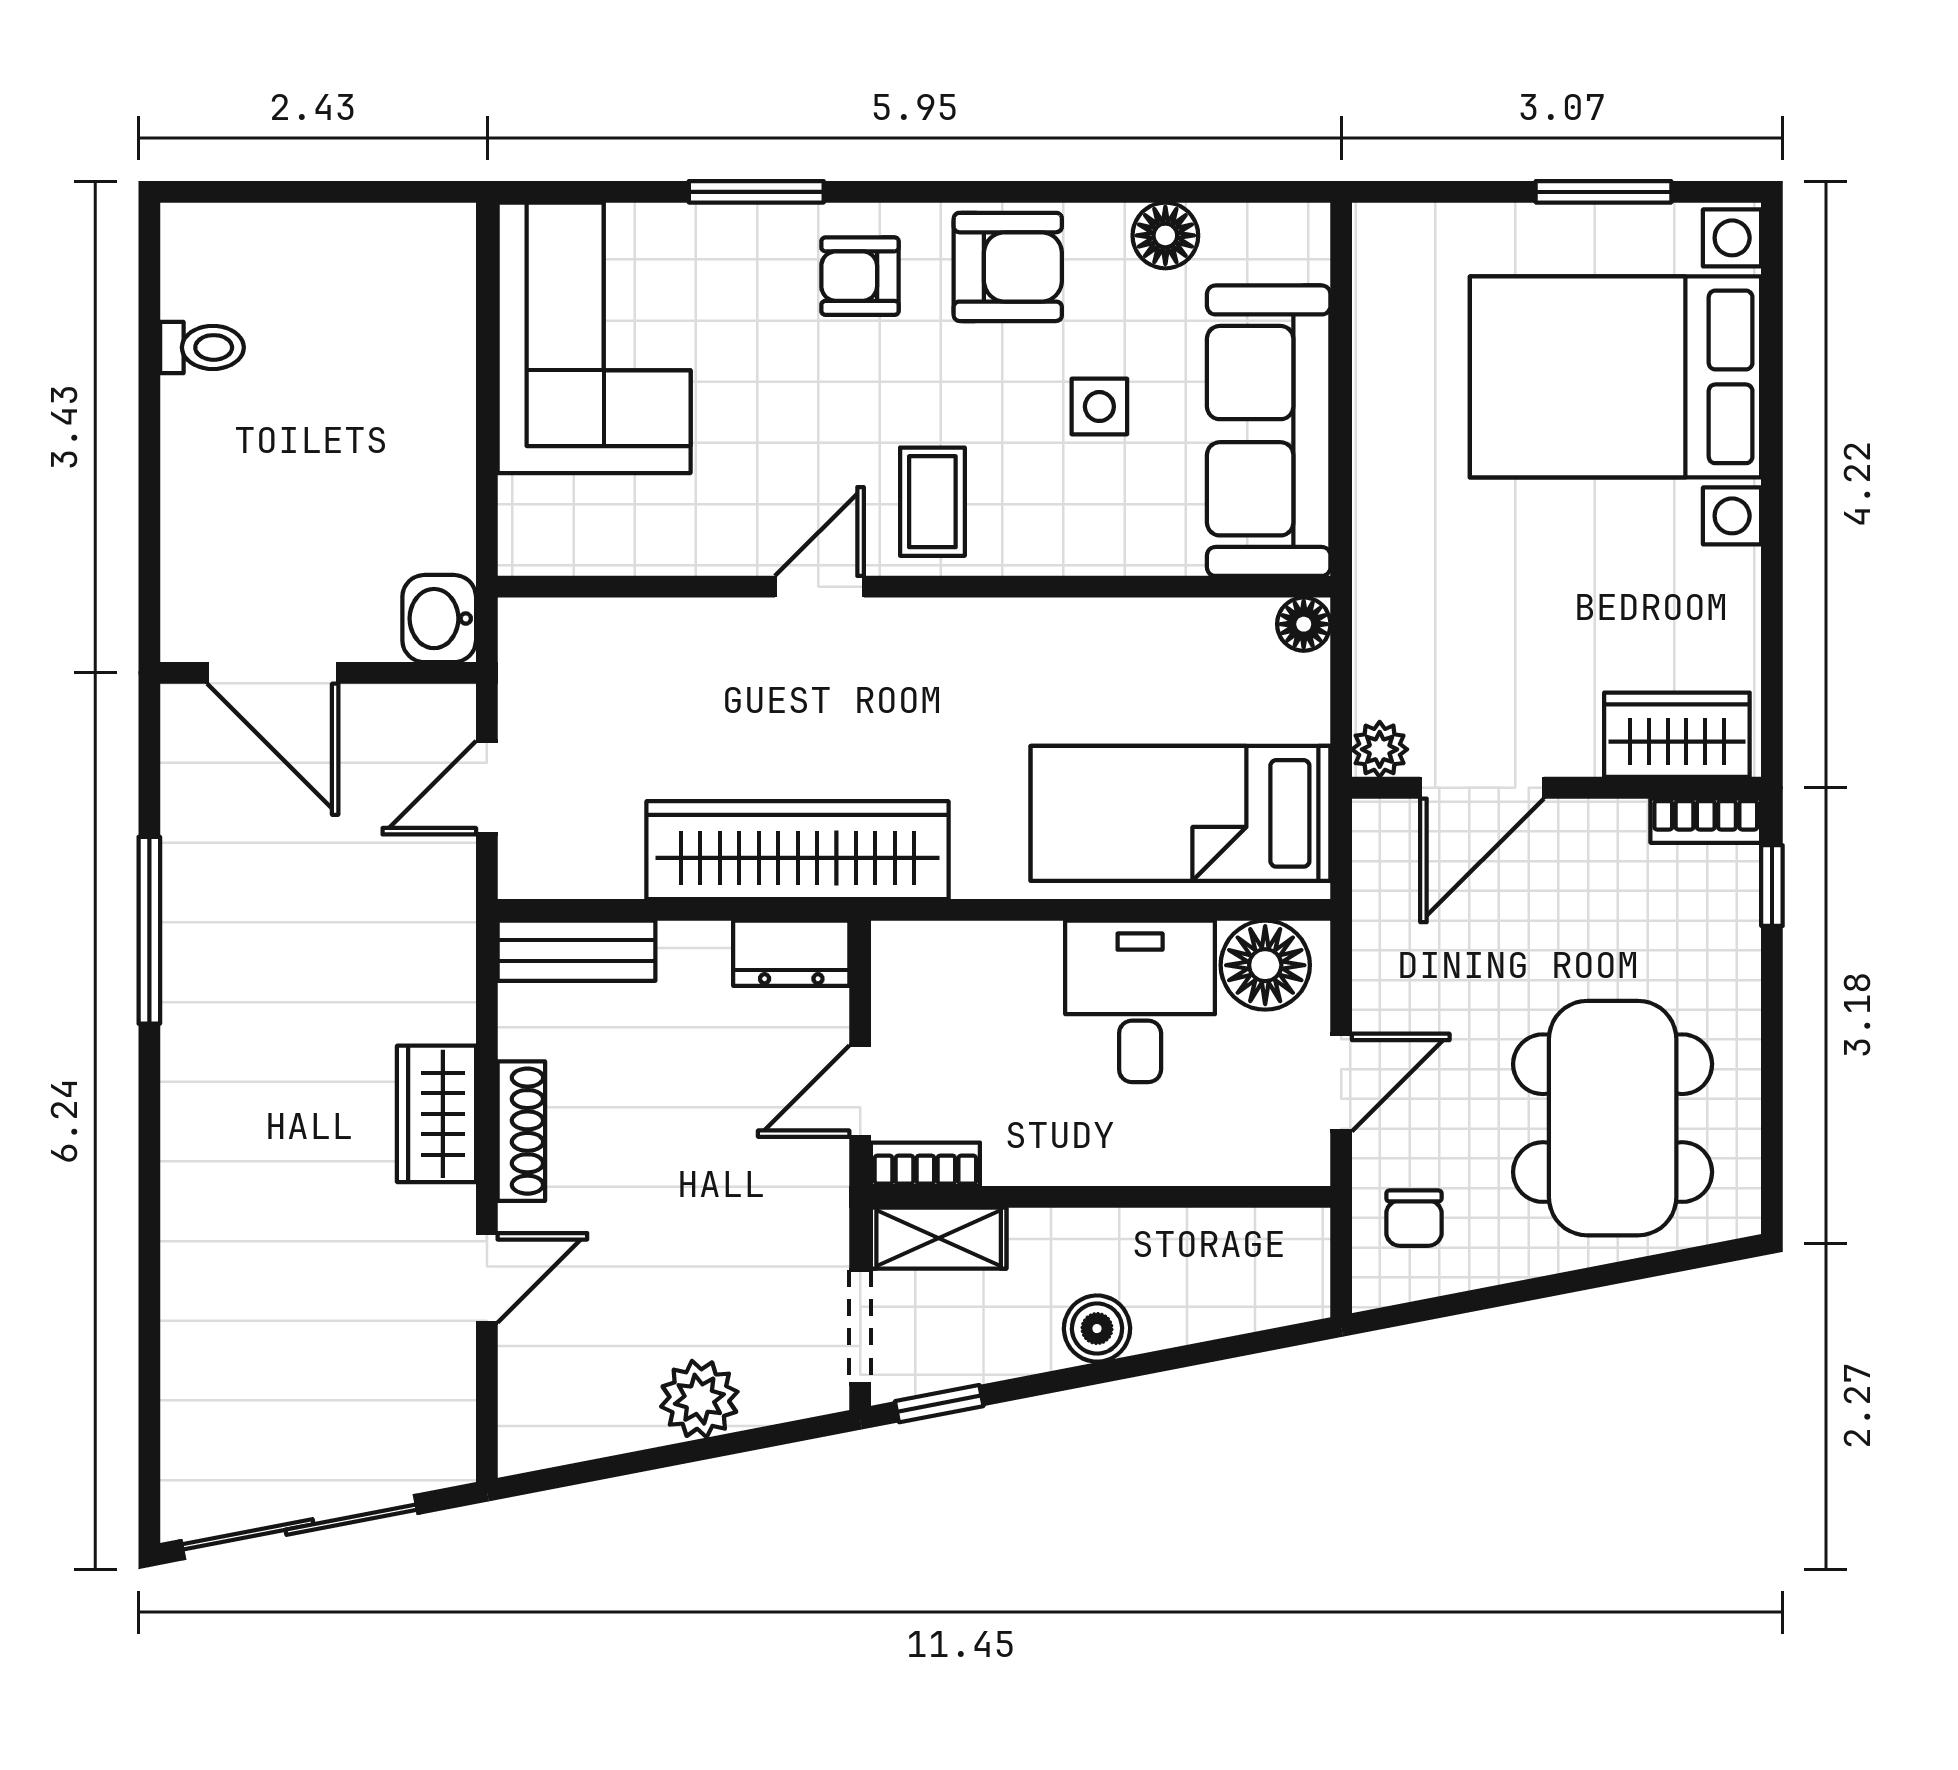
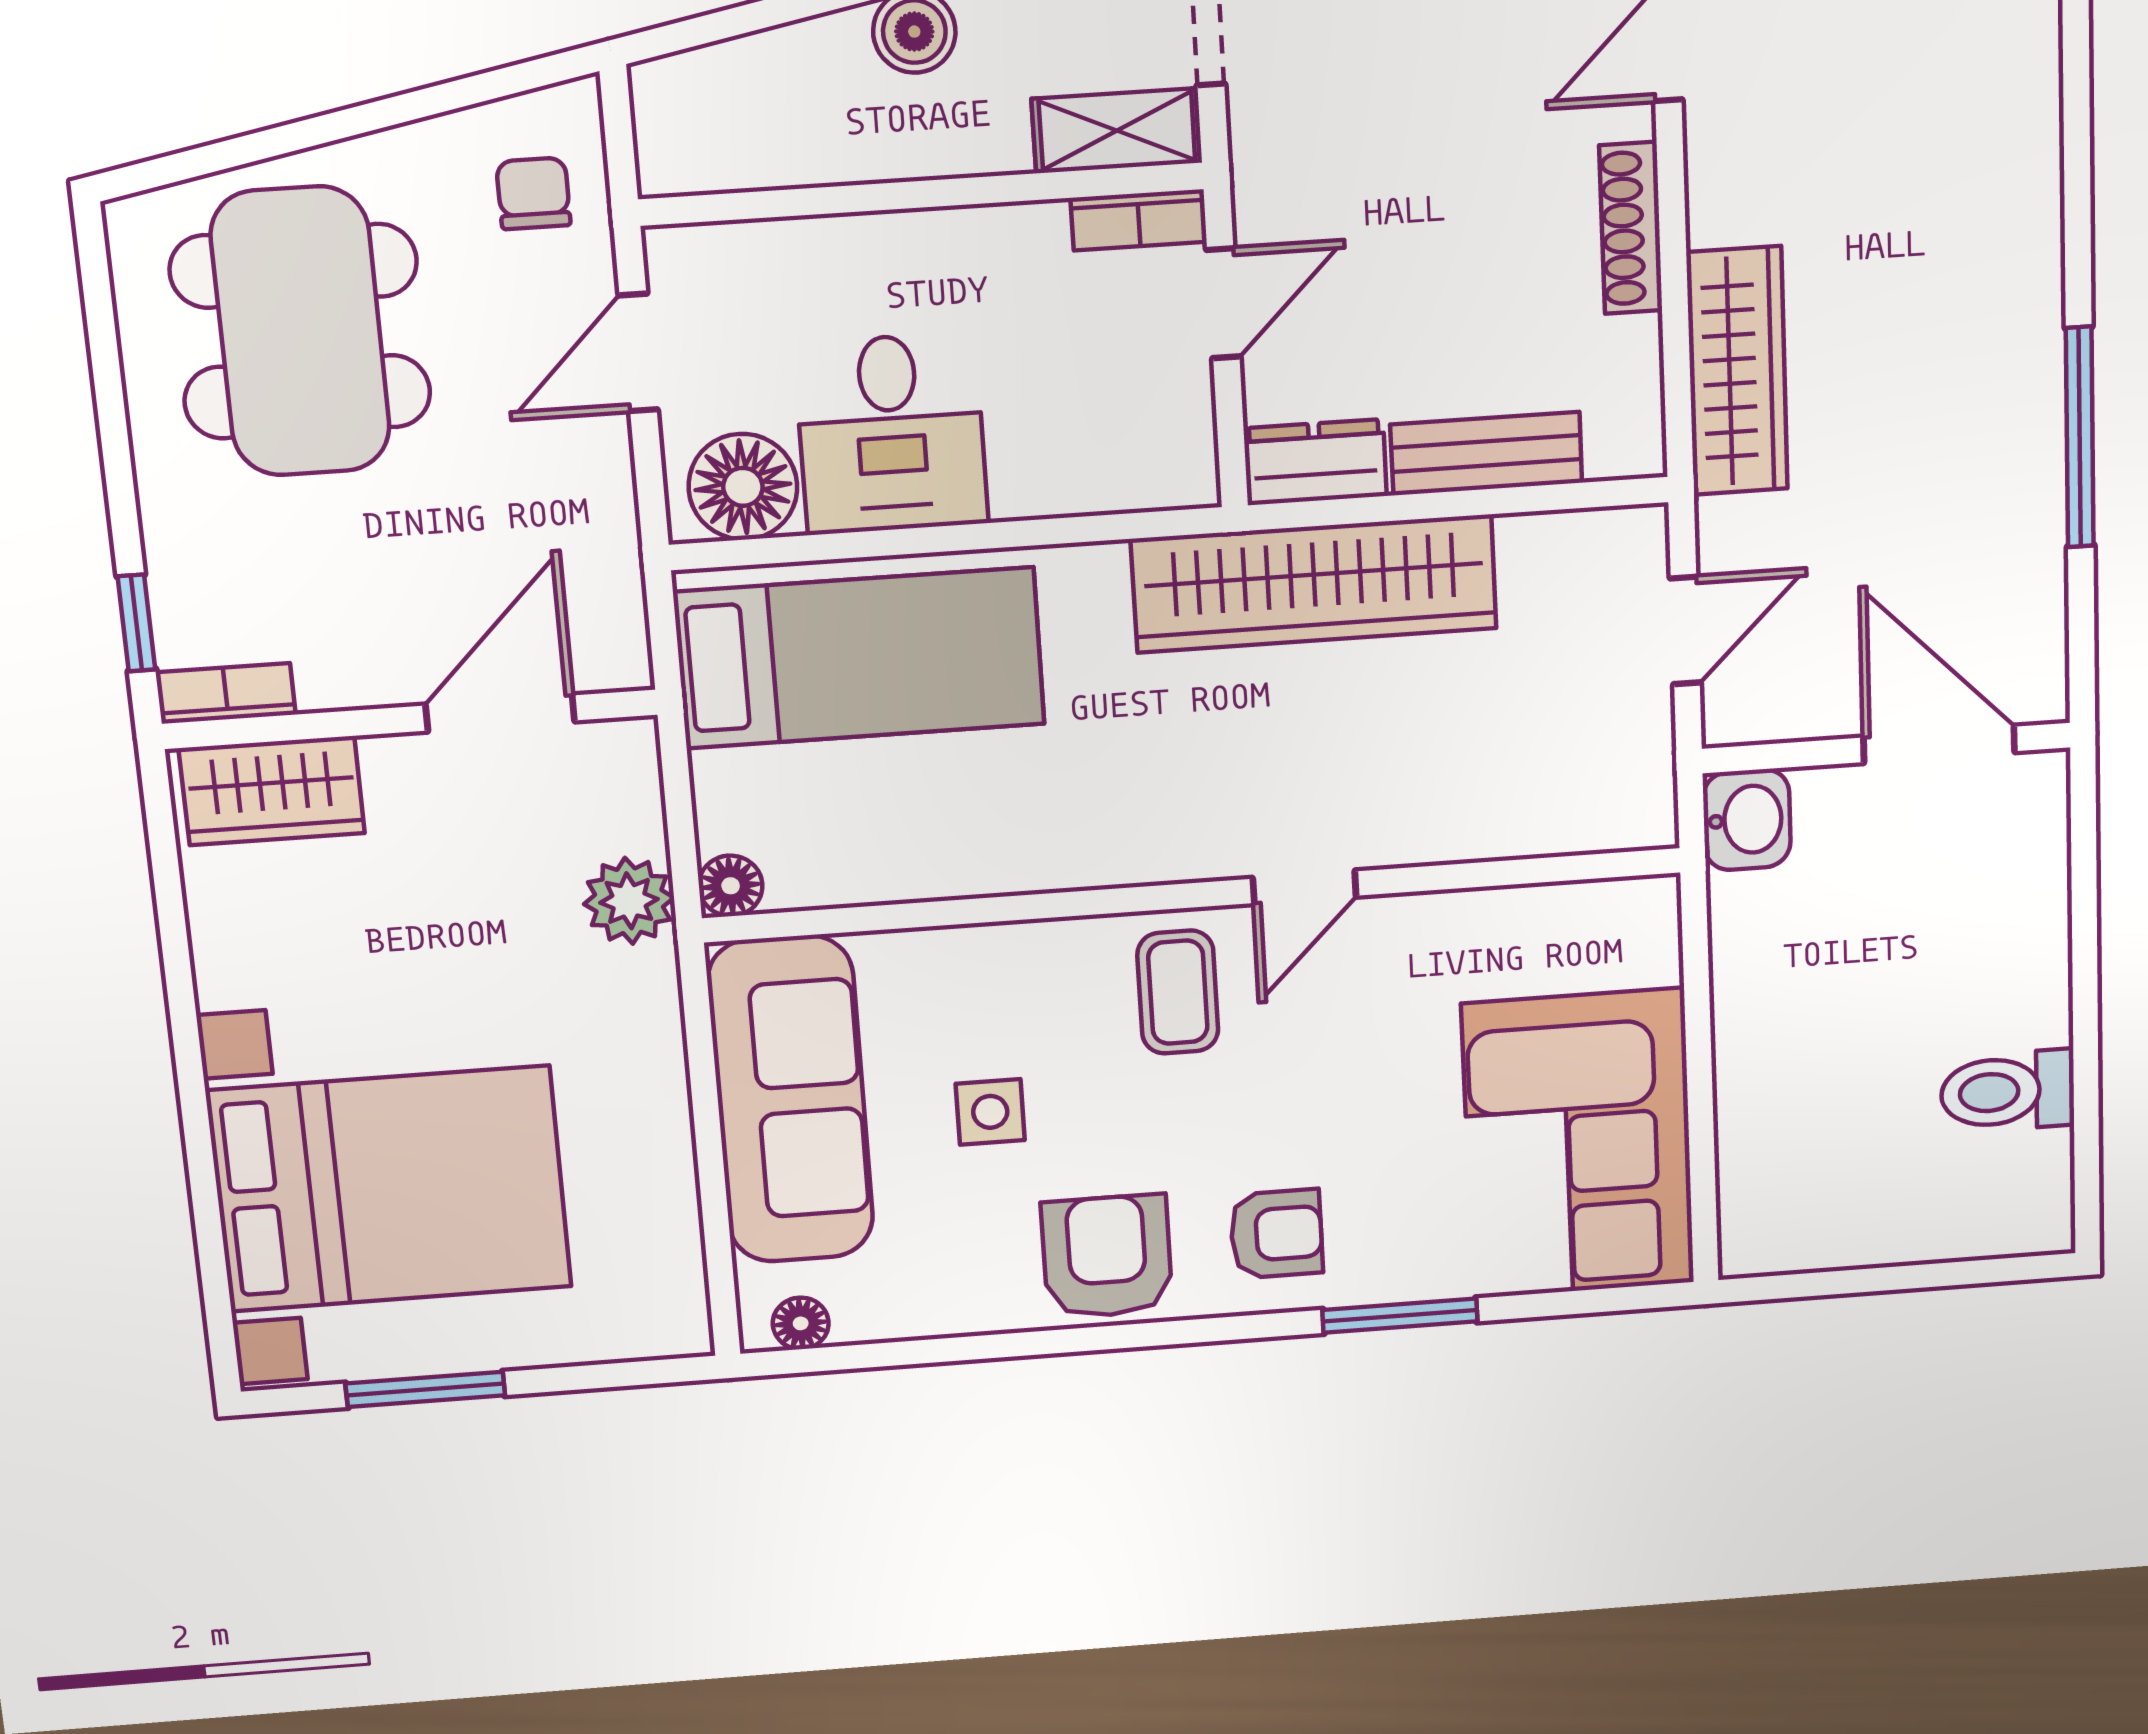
floor lamp: (1165, 235) -> (801, 1323), moved, width x0.73, depth x0.73
armchair: (1008, 267) -> (1107, 1257), turned 90
toilet: (202, 347) -> (2008, 1091), width x1.37, depth x1.39
plant: (1380, 749) -> (629, 901), moved, width x1.38, depth x1.38
bench: (577, 951) -> (1486, 454), moved
wardrobe: (436, 1114) -> (1737, 371), moved, width x1.50

